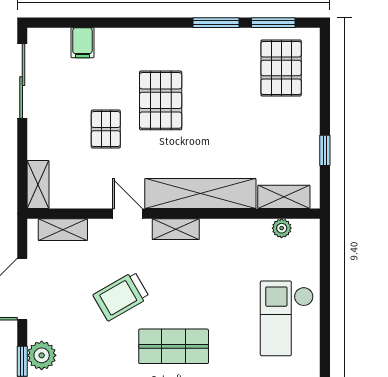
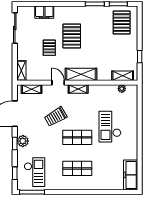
filing cabinet: (82, 43) -> (44, 12), width x2.00
shelving: (200, 194) -> (81, 74), width x0.68
checkout: (287, 318) -> (110, 127), moved

